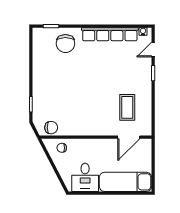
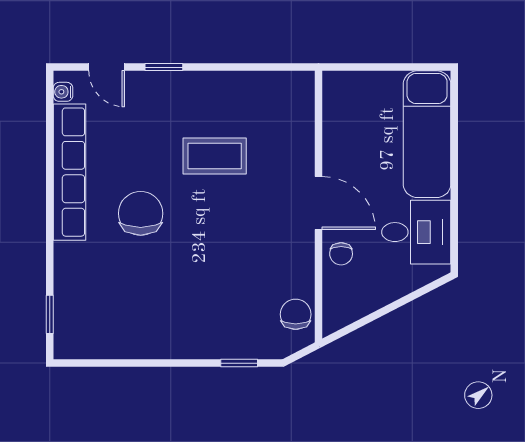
chair: (65, 44) -> (141, 213), moved, turned -90
coffee table: (127, 107) -> (215, 156), moved
door: (129, 137) -> (318, 203), moved
chair: (62, 148) -> (341, 254), moved

